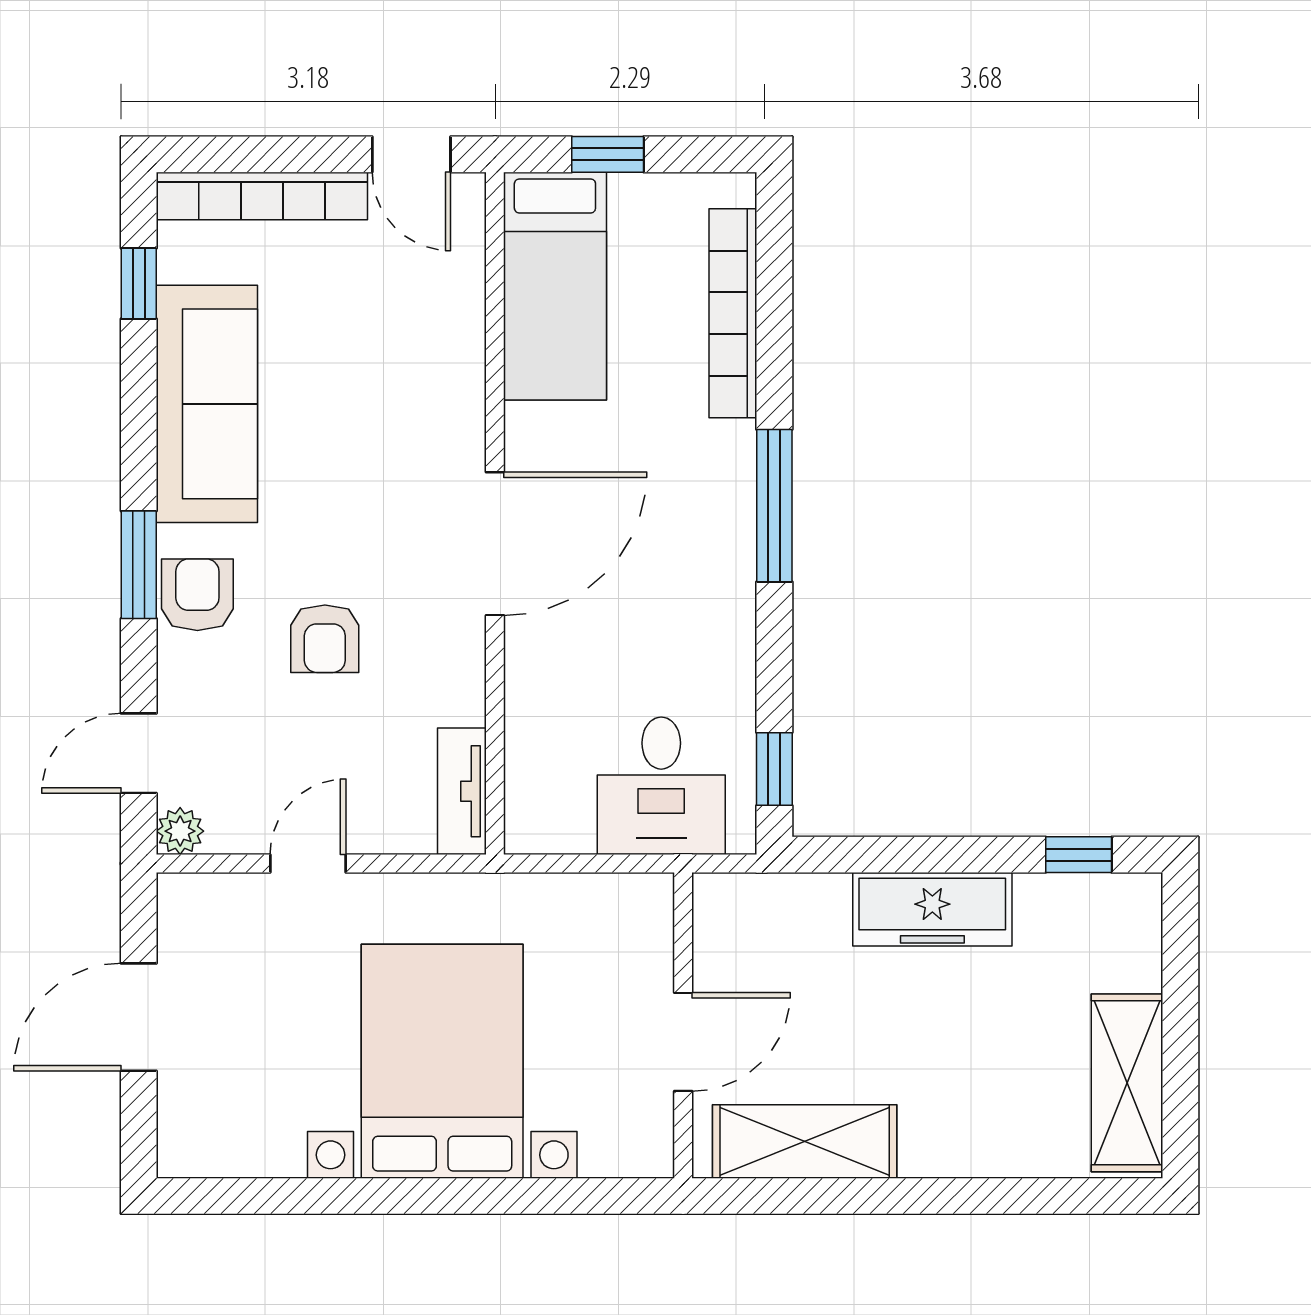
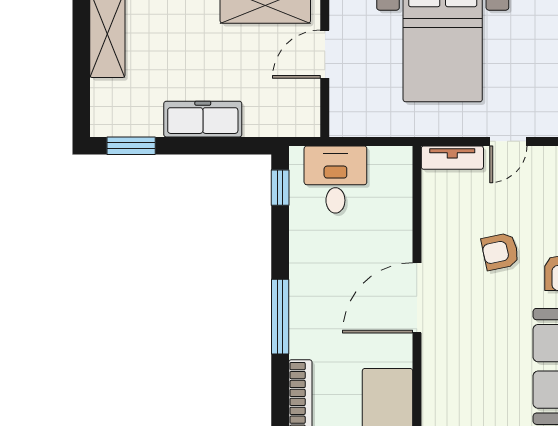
armchair: (325, 639) -> (500, 251), turned -102
tv unit: (462, 791) -> (452, 158), moved, turned 90
window: (1079, 855) -> (131, 146), width x1.50

